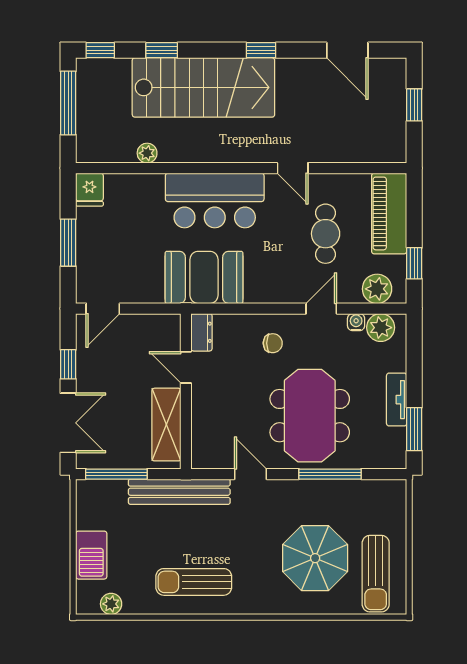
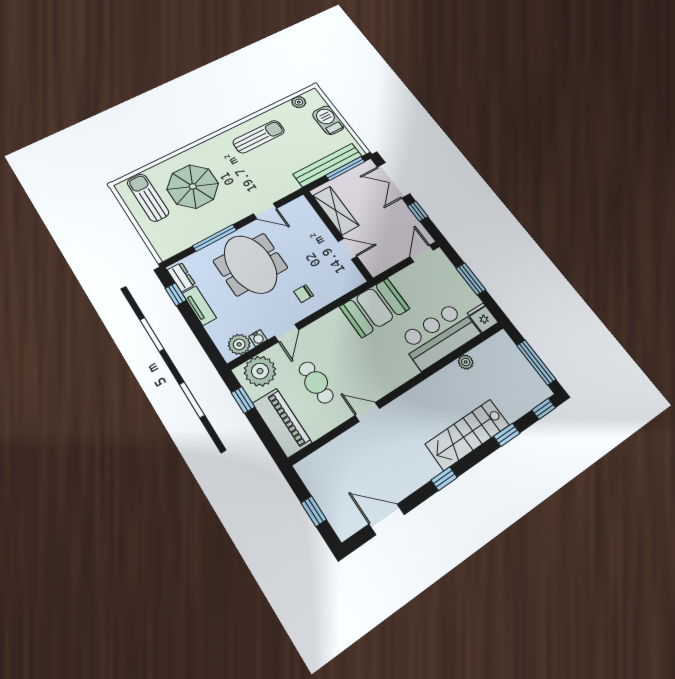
stairs: (203, 87) -> (467, 434), width x0.73, depth x0.66
bar counter: (215, 200) -> (439, 336), moved
plant: (377, 289) -> (260, 371), width x1.36, depth x1.36
dresser: (202, 332) -> (181, 277), moved, turned 180
window: (414, 429) -> (176, 294), width x0.67
bench: (179, 492) -> (328, 165), moved

